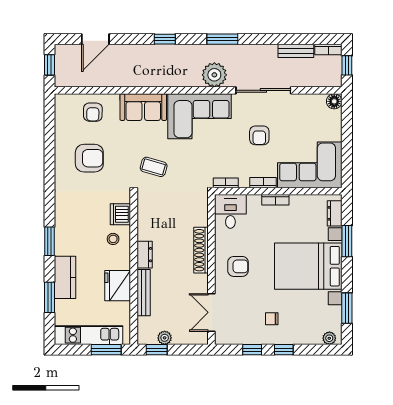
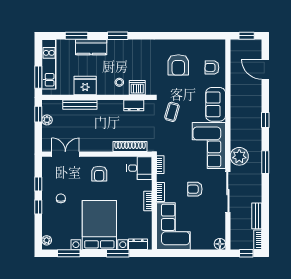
shoe rack: (201, 250) -> (130, 147), moved
dresser: (145, 255) -> (134, 105), moved

